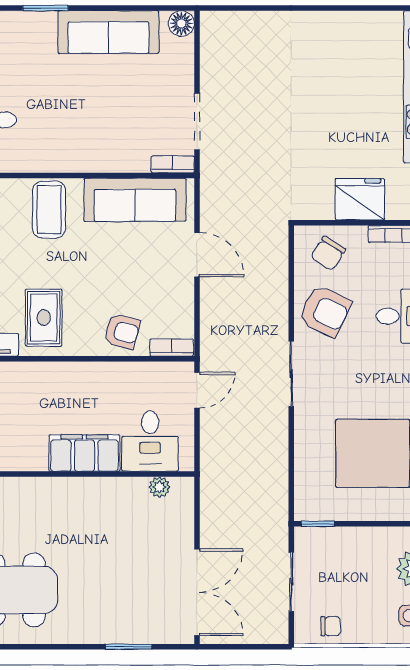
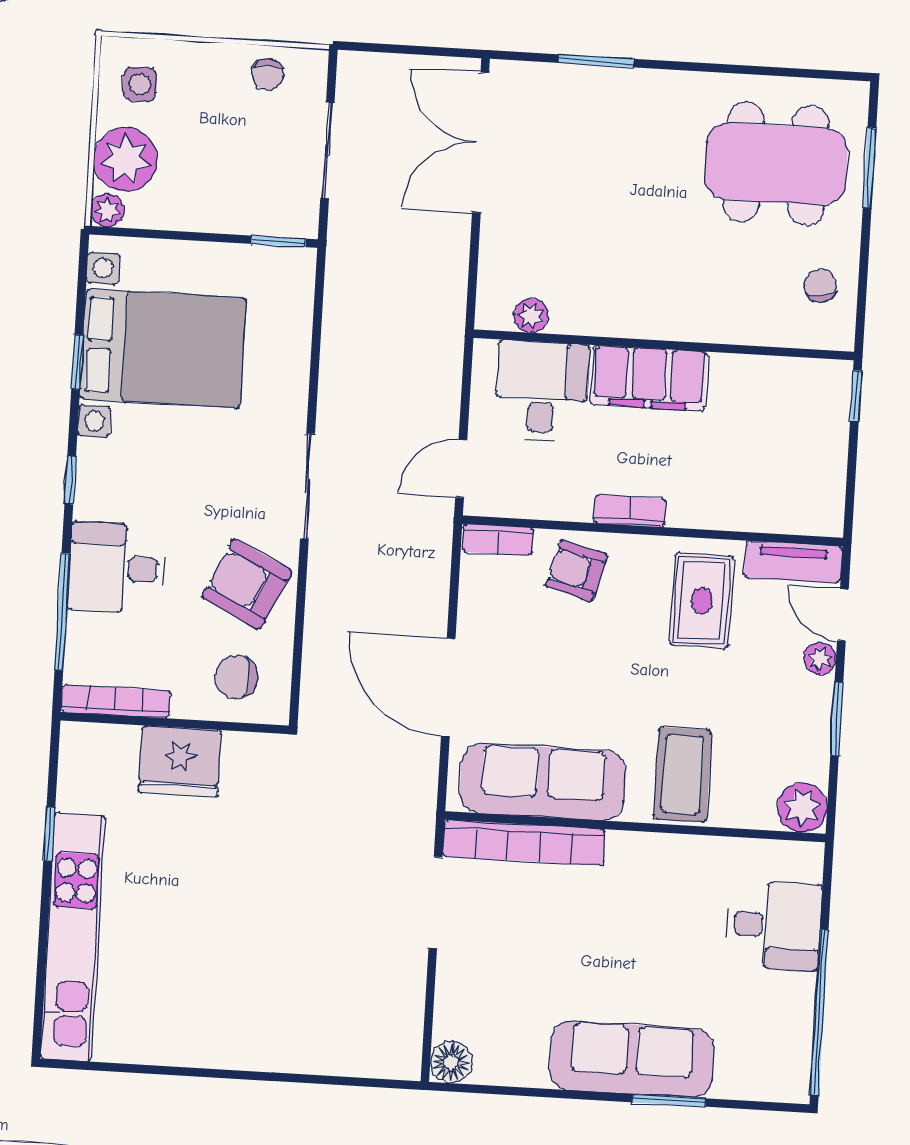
sofa: (108, 32) -> (632, 1059), moved
bookcase: (173, 164) -> (524, 843), width x2.31, depth x1.31
chair: (328, 253) -> (236, 677), turned -123
door: (197, 255) -> (448, 687), width x1.36
bookcase: (91, 370) -> (630, 511), added
chair: (331, 626) -> (268, 75), turned -90

